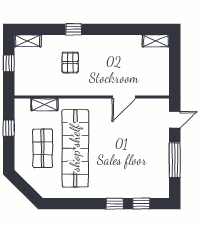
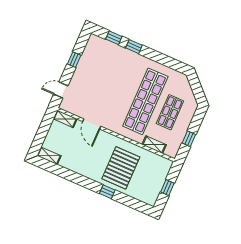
shelving: (28, 41) -> (65, 119), moved
pallet: (70, 63) -> (121, 168), width x2.05, depth x2.00
door: (124, 97) -> (92, 124), swing flipped
window: (175, 160) -> (74, 60), width x0.46

